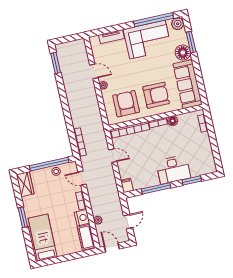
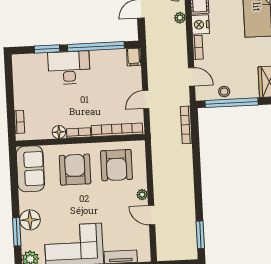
sofa: (188, 84) -> (30, 169), width x0.73
armchair: (156, 95) -> (75, 170), turned 90
door: (113, 156) -> (146, 100), hinge flipped
window: (156, 188) -> (96, 46), width x1.46

